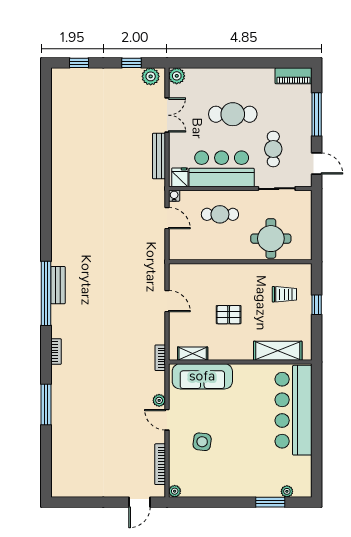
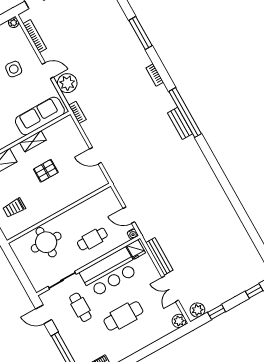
shelving: (193, 354) -> (33, 141), moved
plant: (159, 400) -> (67, 83), width x1.88, depth x1.88

